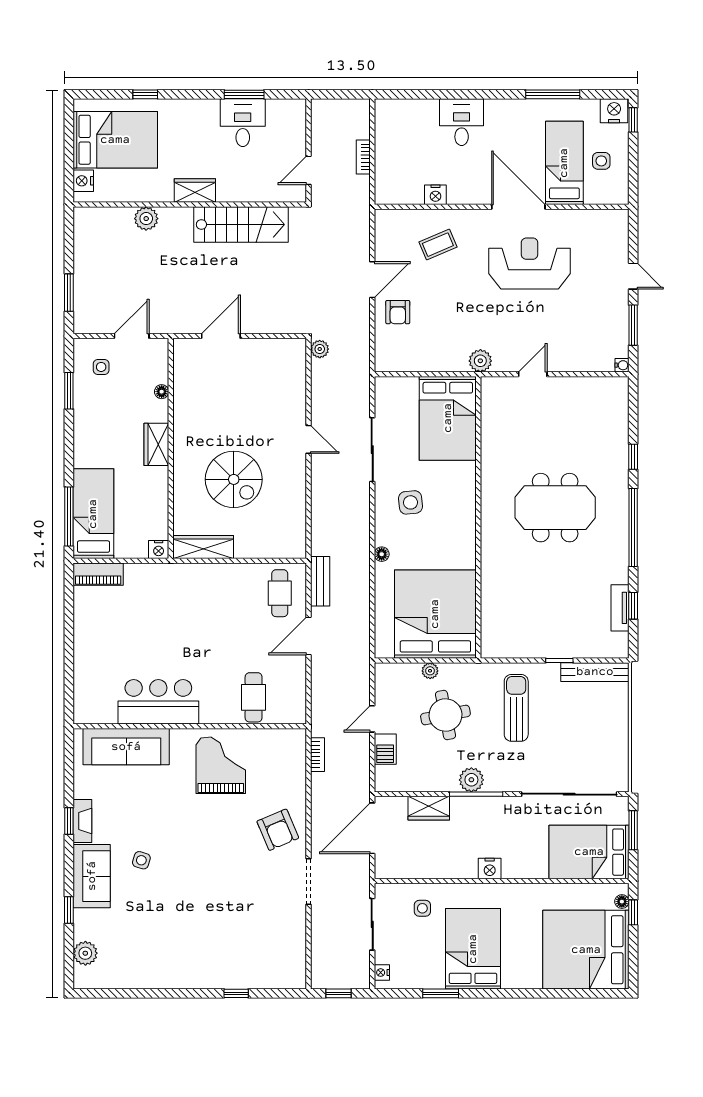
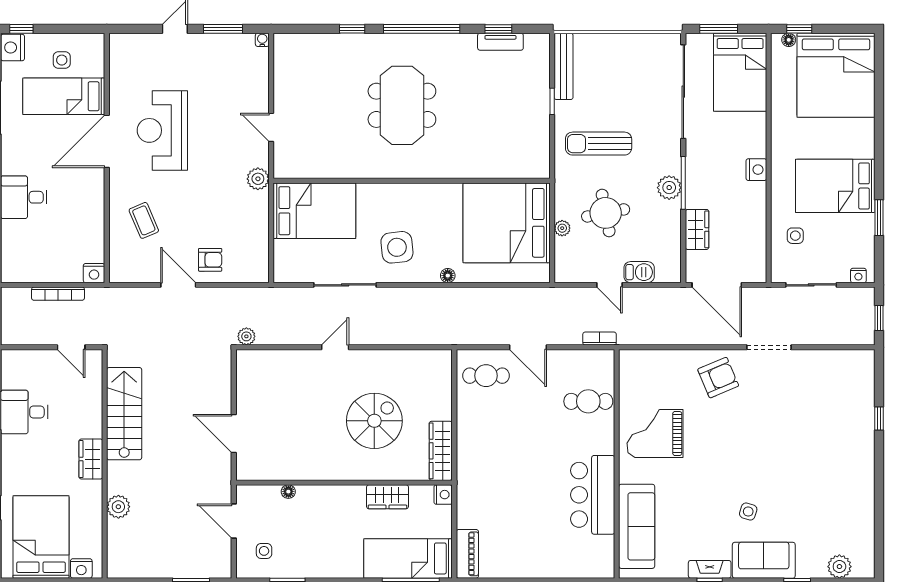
bookcase: (363, 157) -> (58, 294), width x1.56
nightstand: (435, 195) -> (94, 273), moved, turned 90
wardrobe: (156, 444) -> (387, 497), moved
side table: (410, 502) -> (397, 247), width x1.37, depth x1.37
bench: (320, 581) -> (474, 336), removed
bookcase: (318, 755) -> (600, 339), moved

